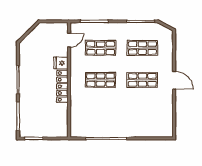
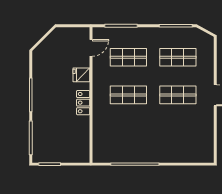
locker: (62, 86) -> (83, 103), width x0.66

